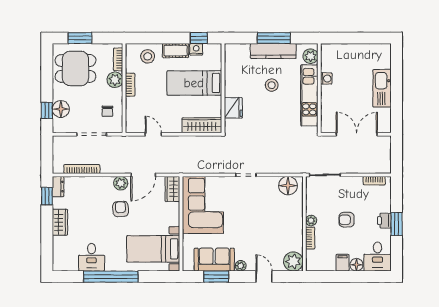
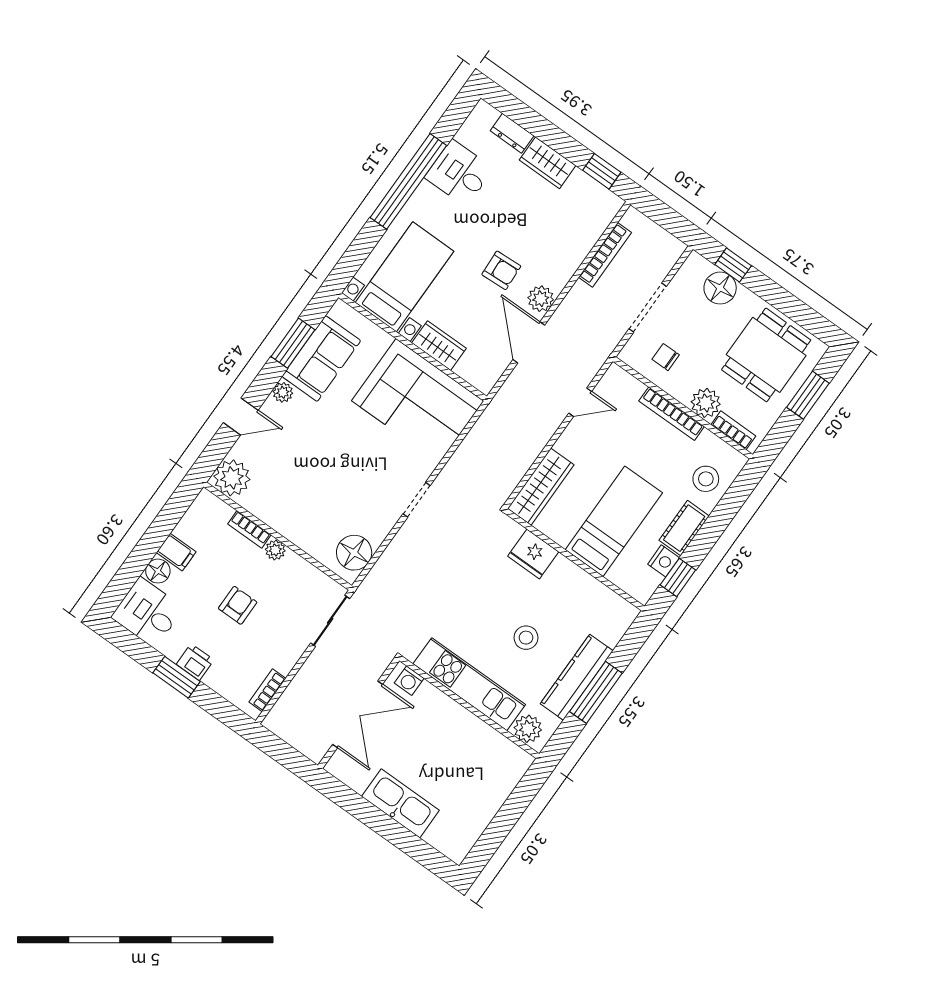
washing machine: (326, 78) -> (409, 681), moved
bookcase: (130, 85) -> (672, 414), width x1.56
dresser: (58, 187) -> (512, 133), moved
wardrobe: (172, 189) -> (439, 346), moved

